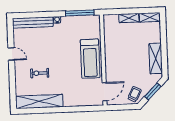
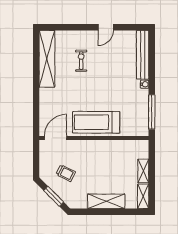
shelving: (156, 58) -> (106, 201), moved
door: (104, 92) -> (56, 138), swing flipped
trolley: (134, 94) -> (66, 173), moved

